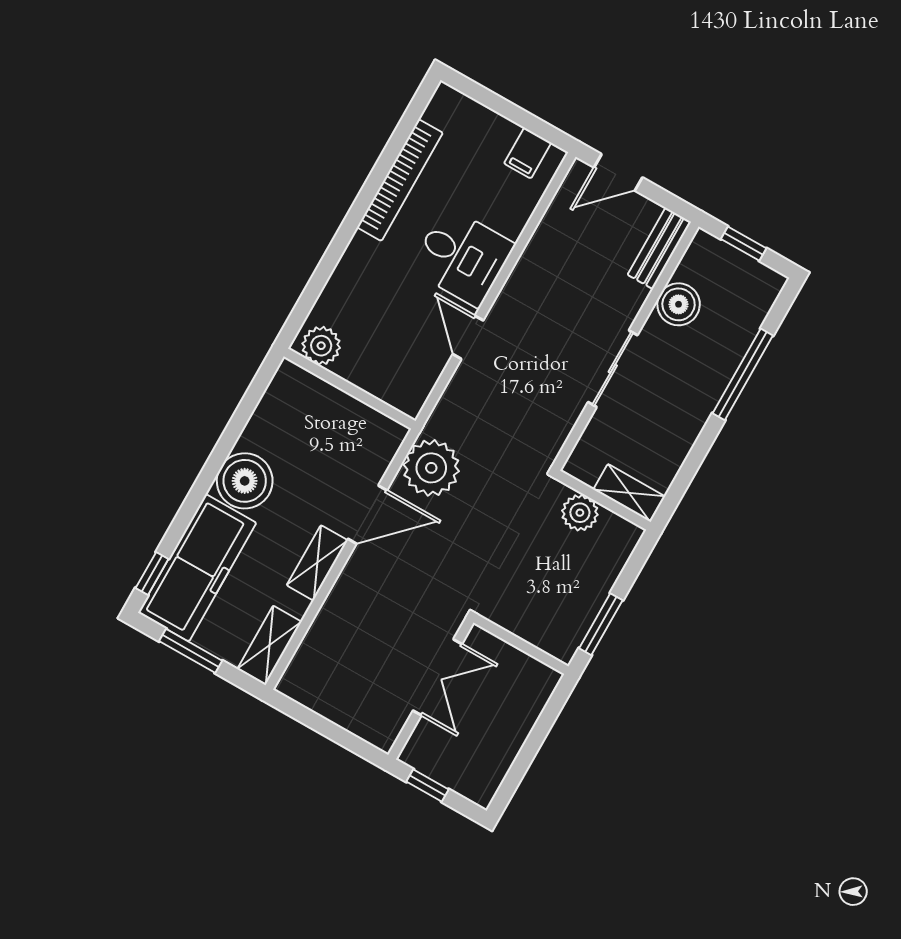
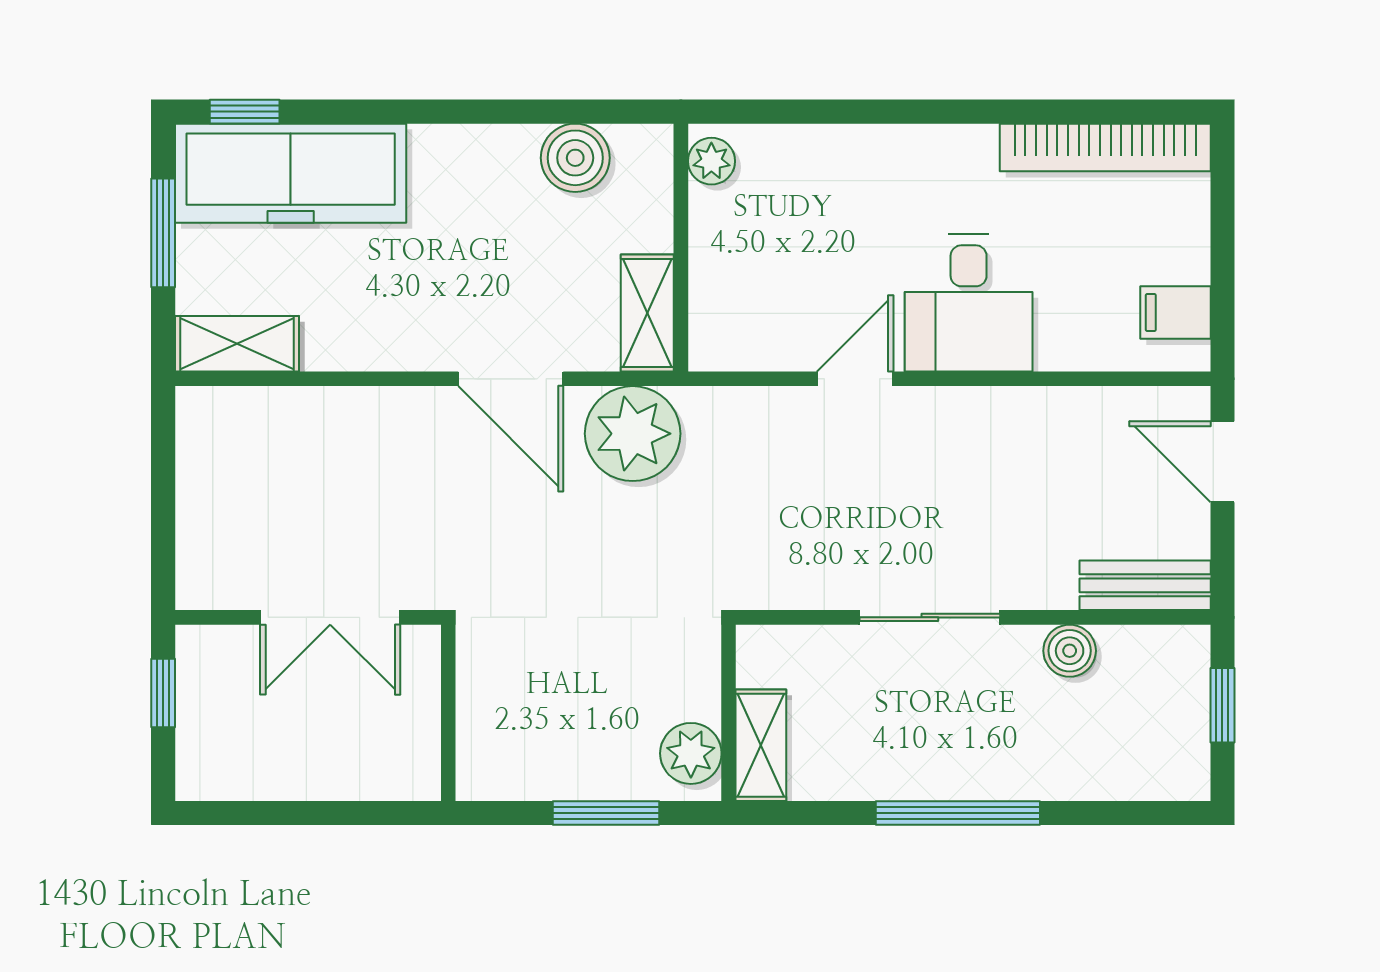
bookcase: (400, 180) -> (1105, 147), moved
boiler: (679, 304) -> (1070, 651), width x0.73, depth x0.73
plant: (321, 346) -> (711, 161), width x0.73, depth x0.73
window: (743, 374) -> (958, 813), moved
boiler: (245, 481) -> (575, 158), moved, width x0.73, depth x0.73
plant: (580, 513) -> (691, 753), moved
shelving: (317, 563) -> (647, 313), moved, turned 90
window: (601, 624) -> (606, 813), moved

